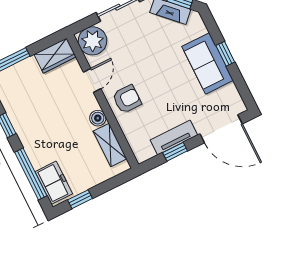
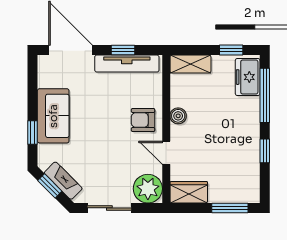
window: (225, 54) -> (33, 133), moved
door: (92, 80) -> (166, 153), hinge flipped
tv unit: (174, 138) -> (127, 64), width x1.41
shelving: (110, 145) -> (190, 64), moved, turned 90

